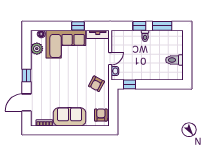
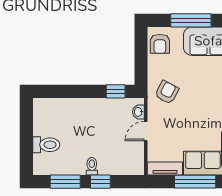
window: (78, 26) -> (195, 182), width x2.17
toilet: (174, 60) -> (46, 145), moved
window: (81, 130) -> (191, 20), added

